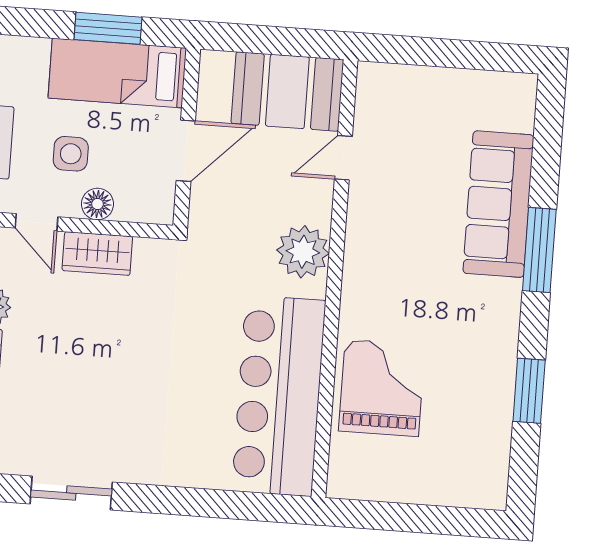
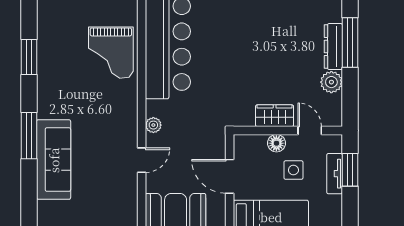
door: (186, 151) -> (230, 176), hinge flipped
door: (343, 158) -> (142, 160), moved
plant: (303, 252) -> (153, 125), width x0.53, depth x0.53

